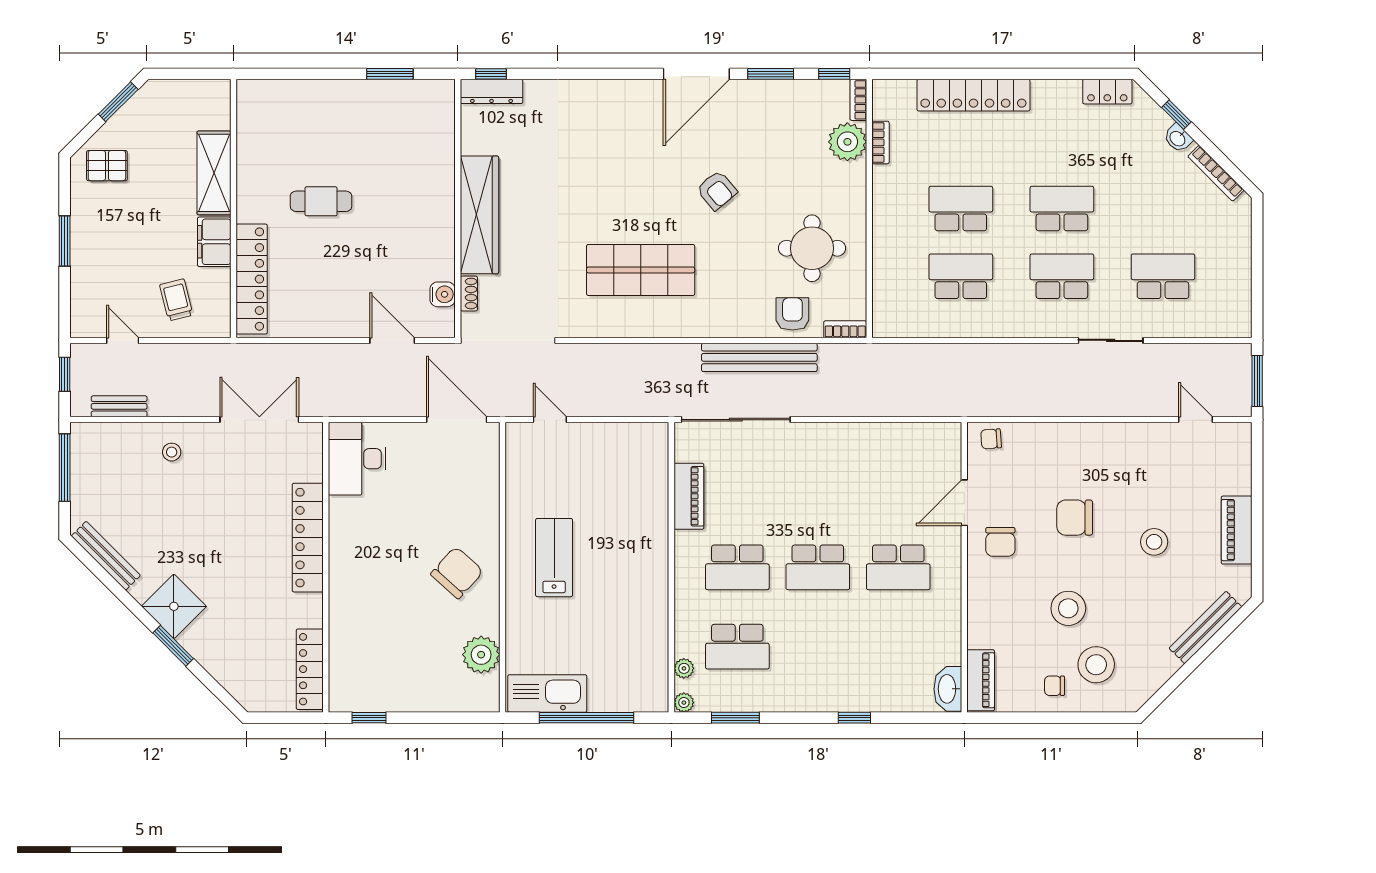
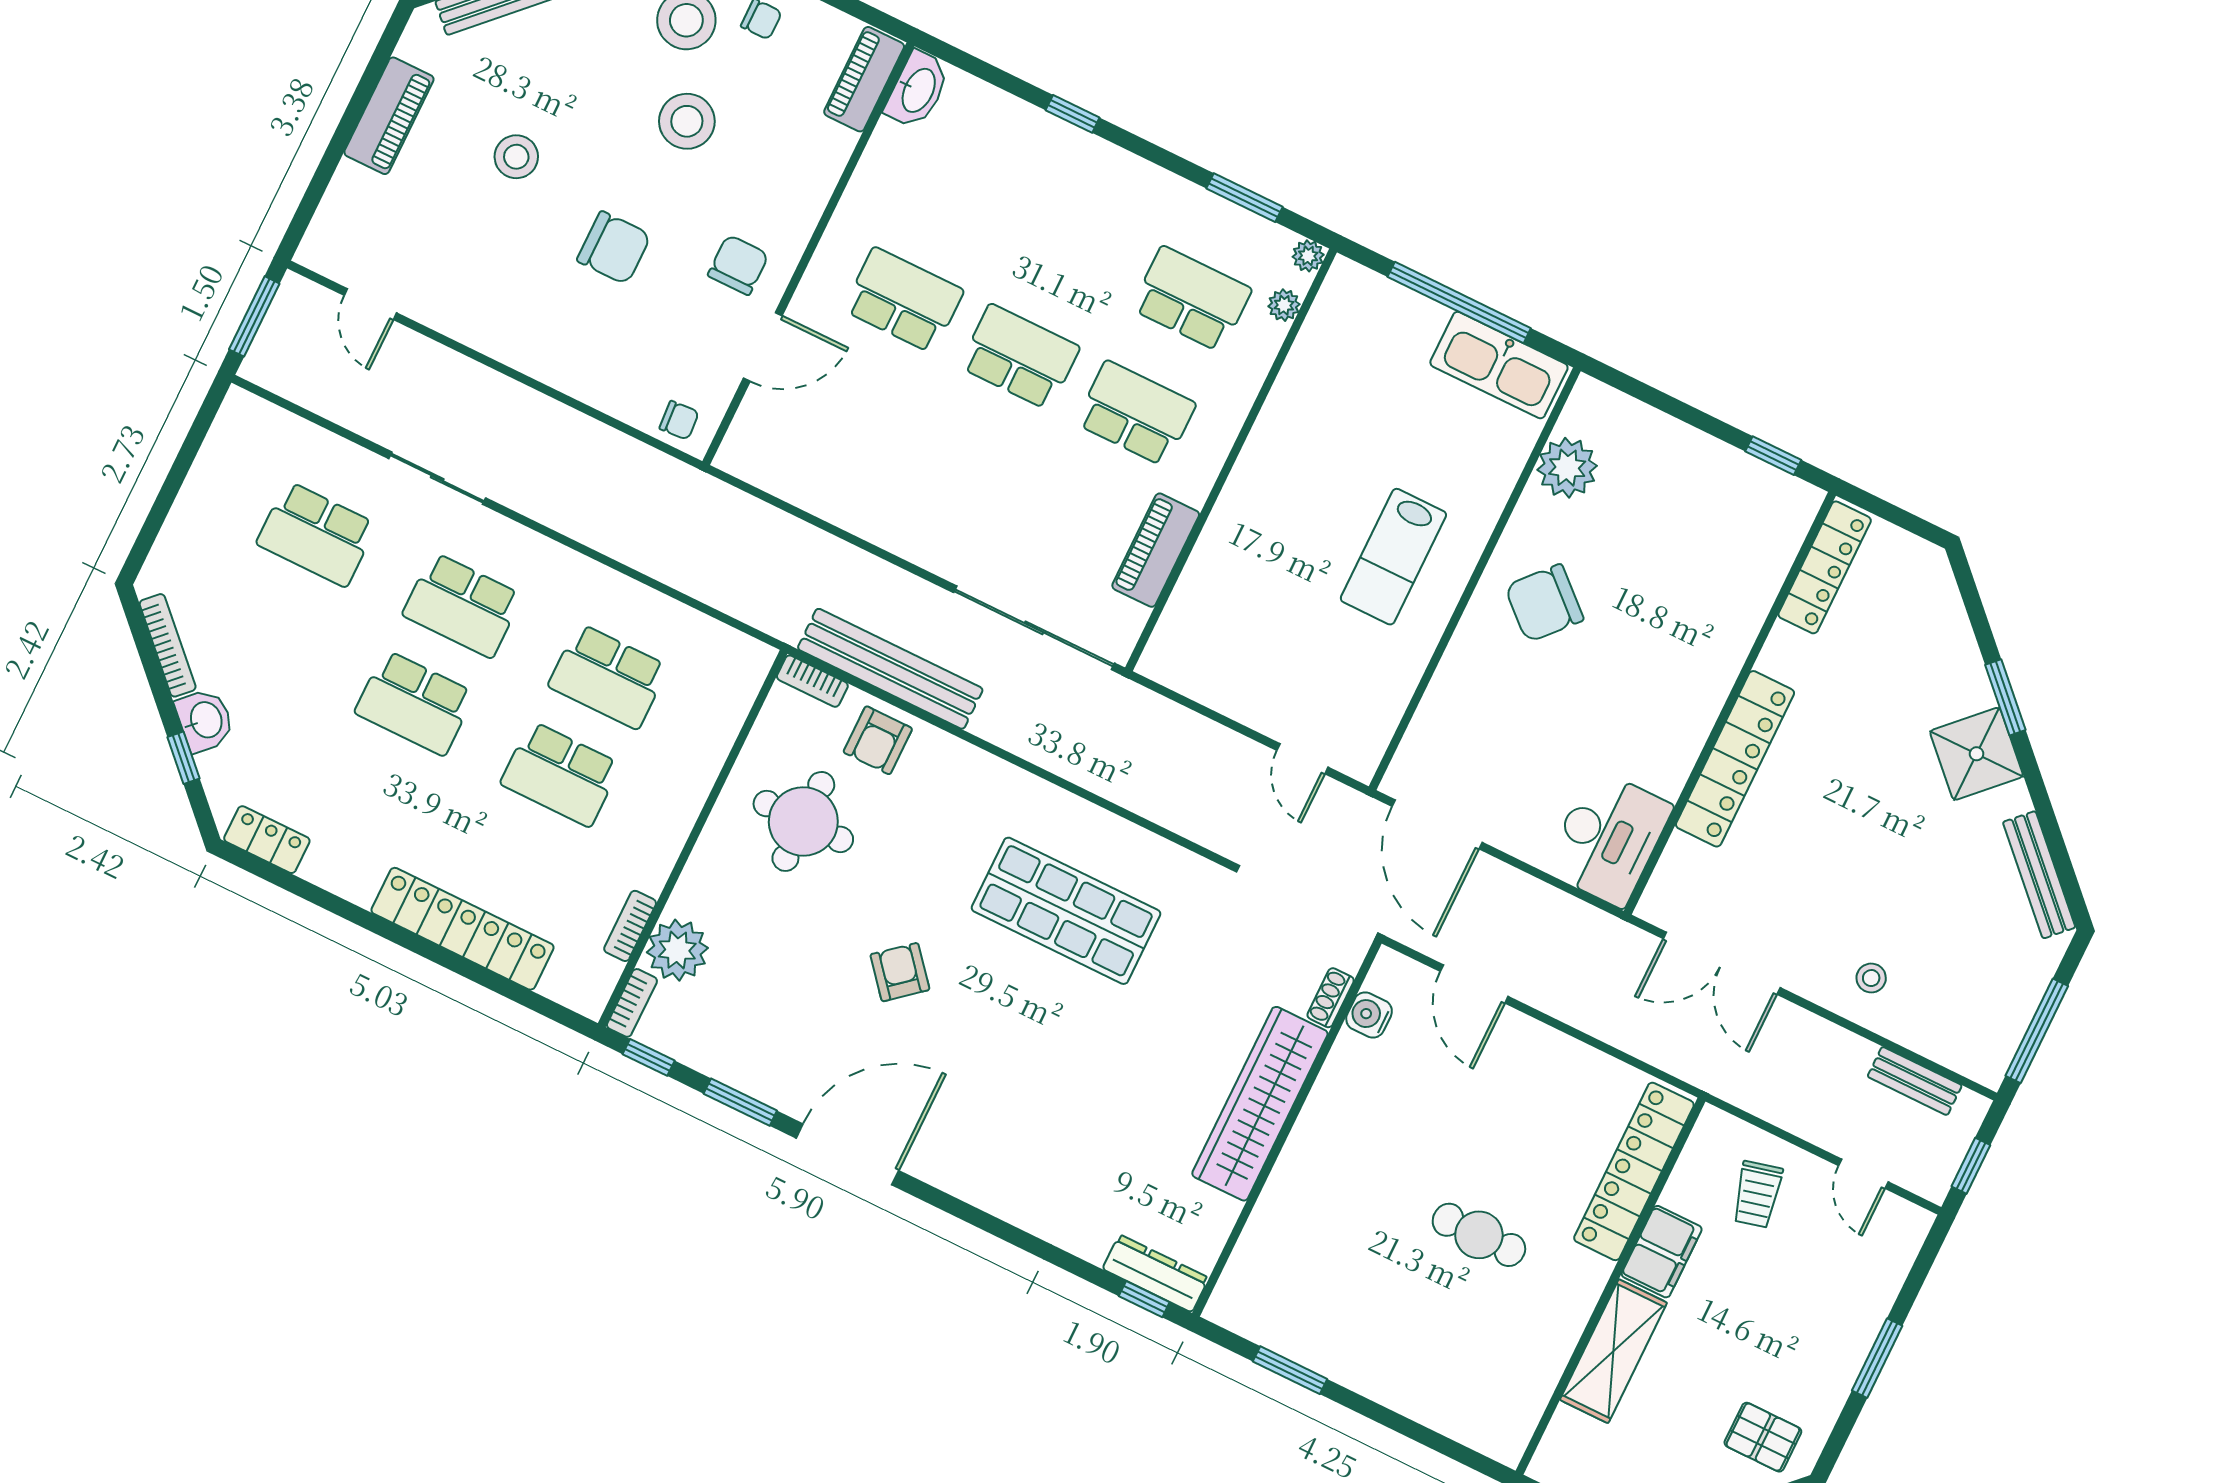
washbasin: (1178, 138) -> (205, 720), width x1.38, depth x1.45
bench: (759, 357) -> (890, 669), moved

